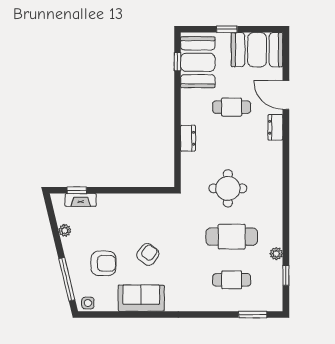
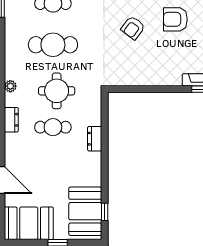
cafe table: (232, 107) -> (53, 127), moved
dresser: (275, 127) -> (11, 120), moved
plant: (276, 254) -> (10, 86), moved

